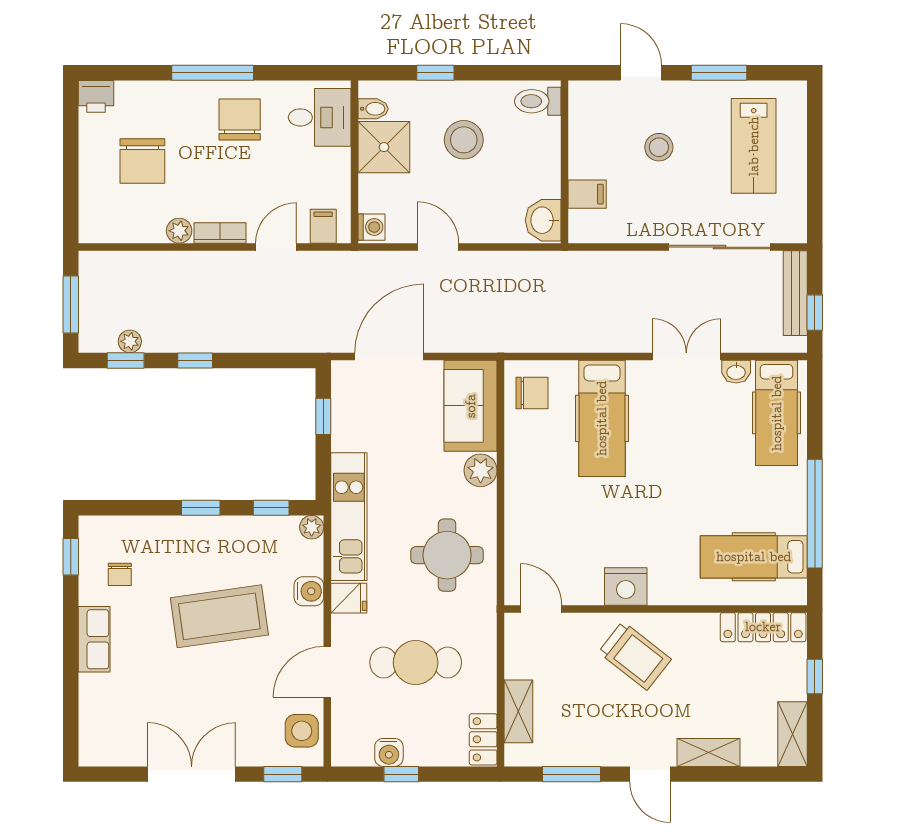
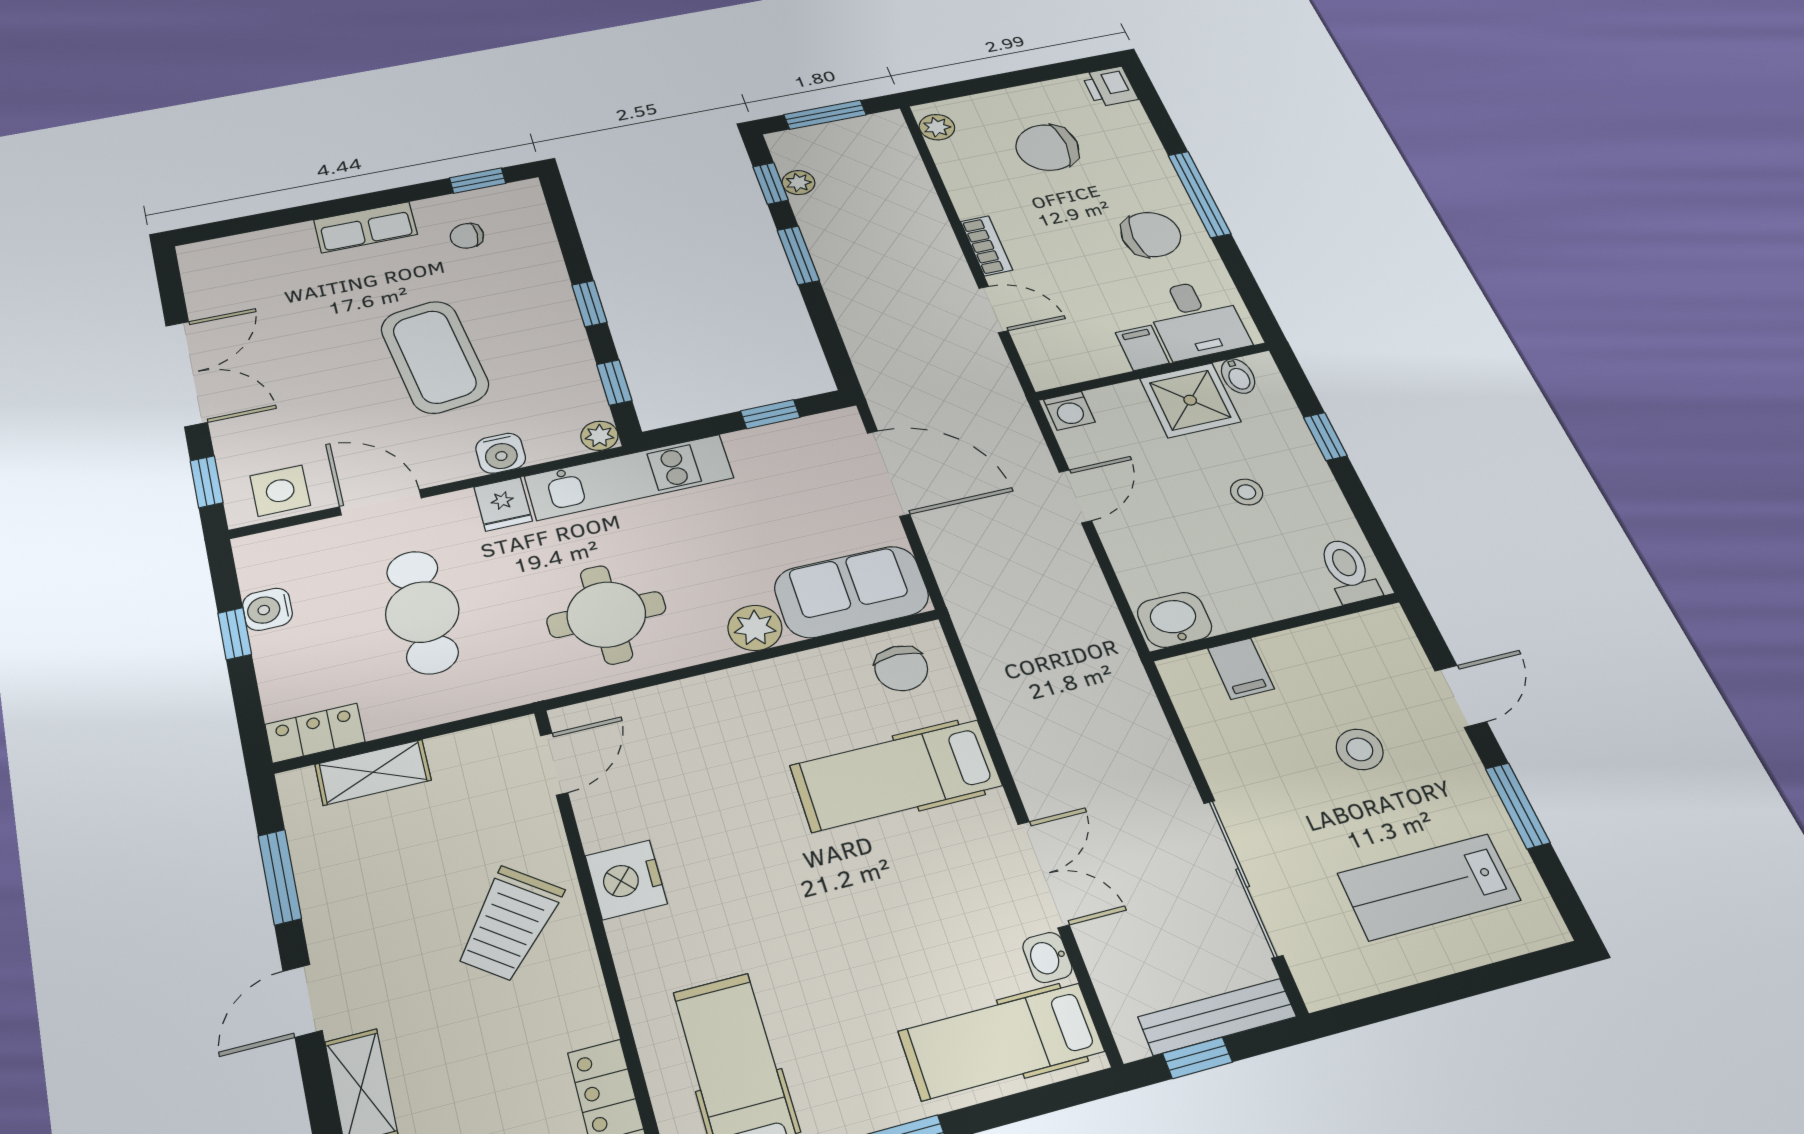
stool: (464, 140) -> (1247, 492), width x0.53, depth x0.53
filing cabinet: (323, 226) -> (1142, 348), moved, turned -90
plant: (179, 231) -> (937, 127), moved
window: (195, 360) -> (798, 255), width x1.50

